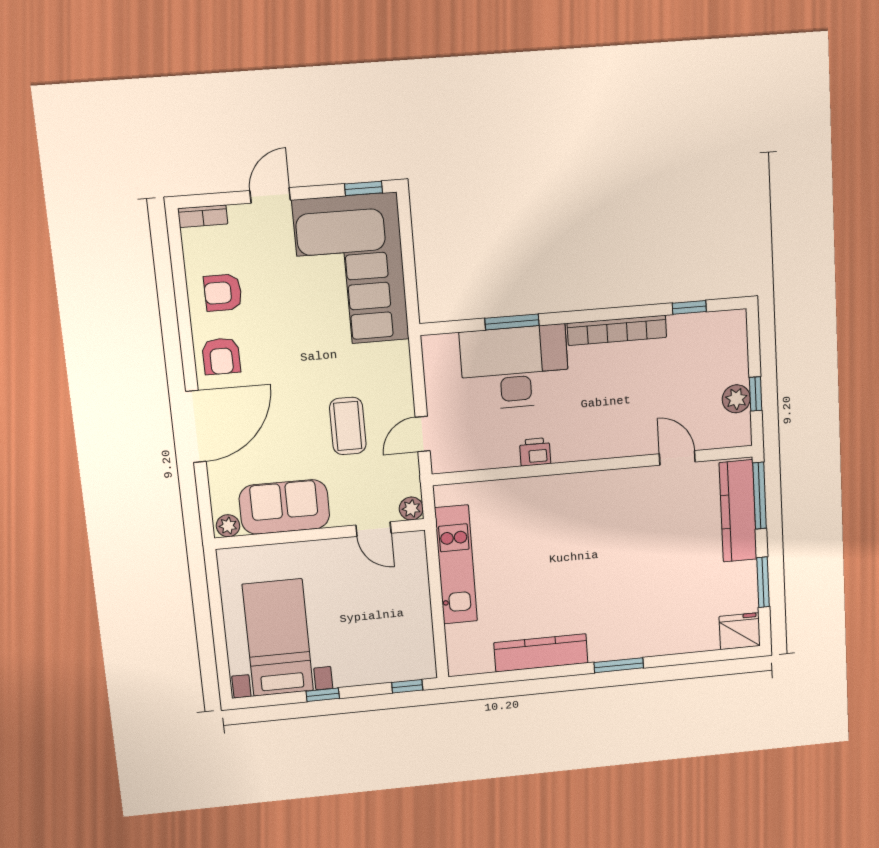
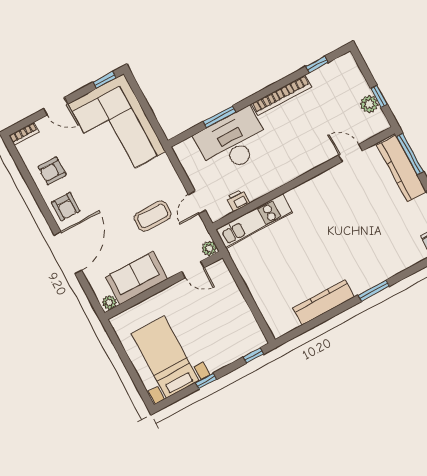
door: (270, 195) -> (56, 106), swing flipped
coffee table: (348, 426) -> (153, 216), turned 90
printer: (535, 452) -> (238, 200), moved
kitchen unit: (456, 565) -> (254, 221), moved, turned 90

